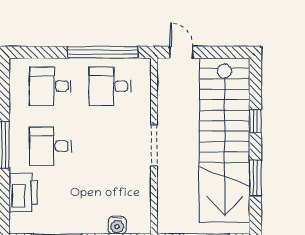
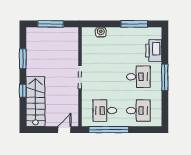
door: (182, 52) -> (64, 130), swing flipped
desk: (110, 86) -> (105, 111), turned 180
stairs: (225, 140) -> (35, 101), width x0.54, depth x0.66

